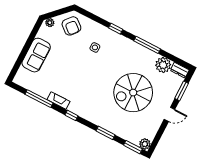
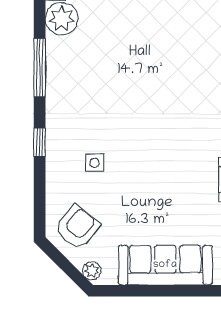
sofa: (36, 55) -> (165, 265), width x1.36
spiral stairs: (133, 93) -> (142, 48), removed

